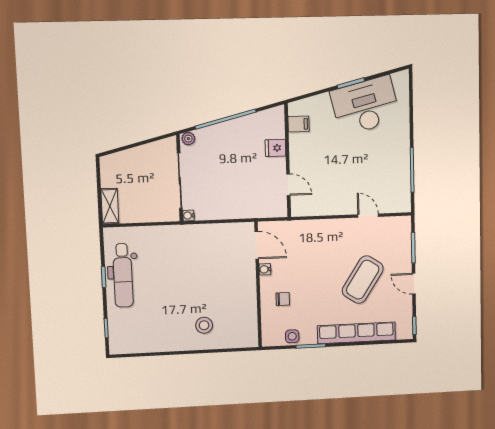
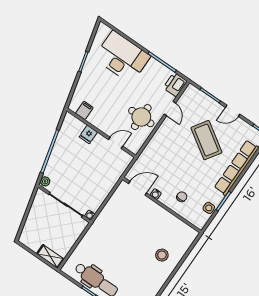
desk: (365, 106) -> (122, 57), moved, turned 104
round table: (337, 192) -> (141, 117), added
printer: (398, 202) -> (175, 85), added
door: (368, 216) -> (170, 109), swing flipped

